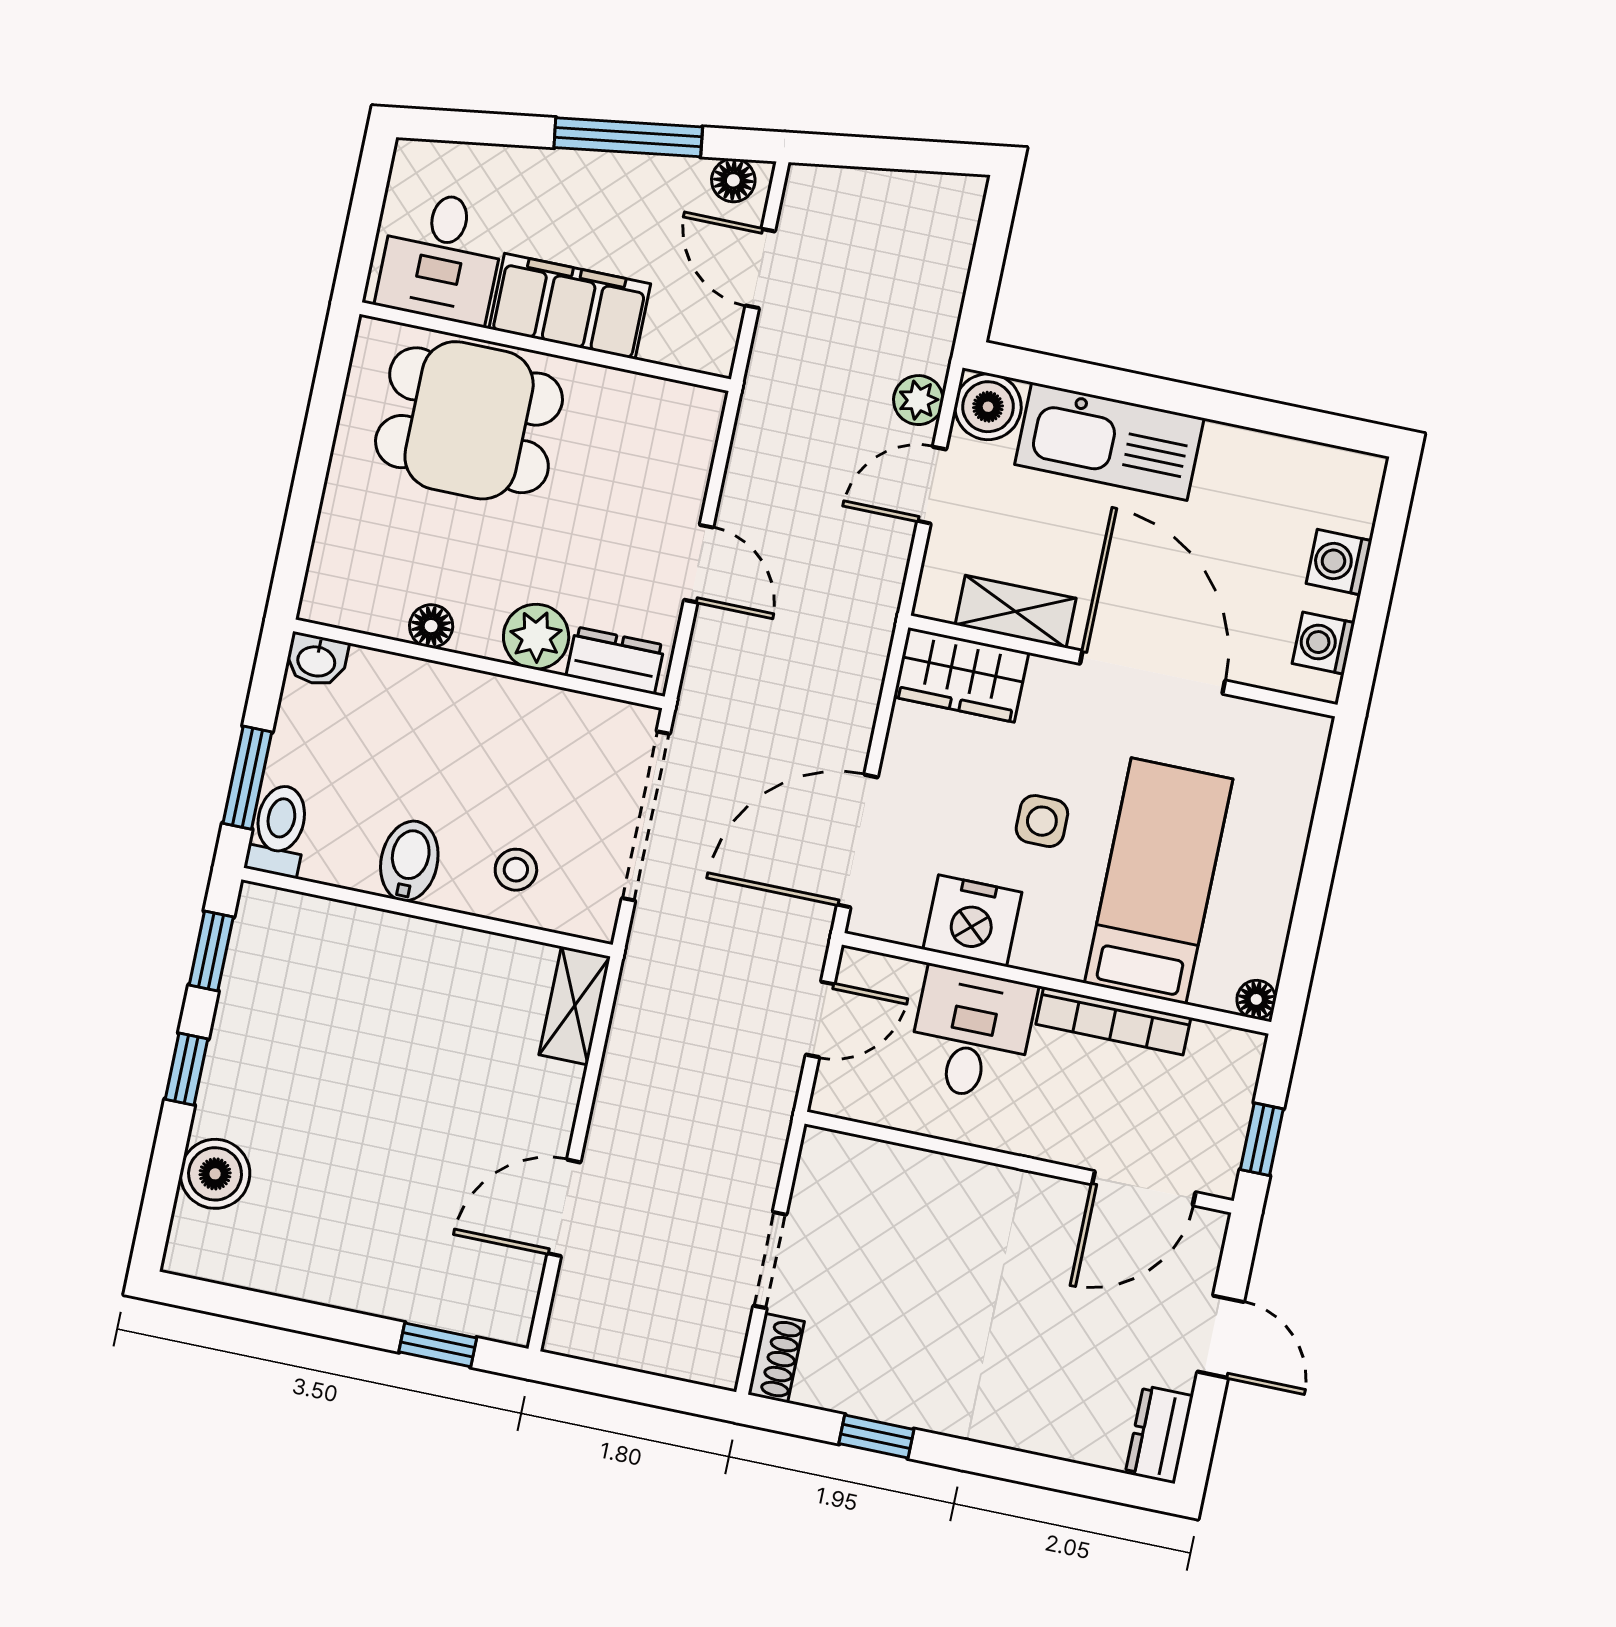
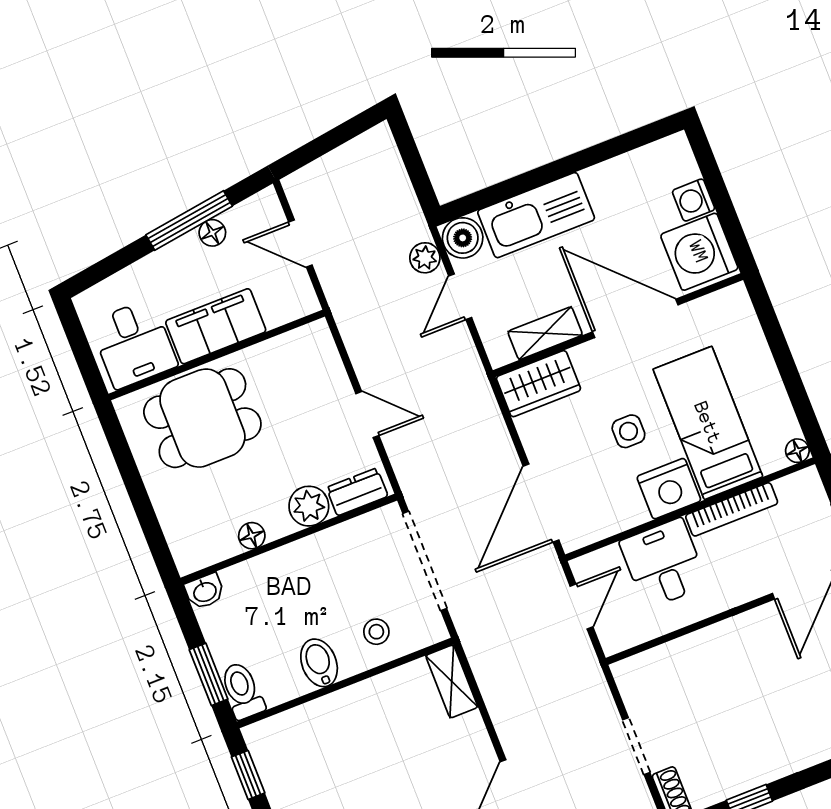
floor lamp: (733, 180) -> (212, 233), moved
washing machine: (1323, 643) -> (699, 252), width x1.89, depth x1.89
nightstand: (972, 921) -> (669, 489), moved

